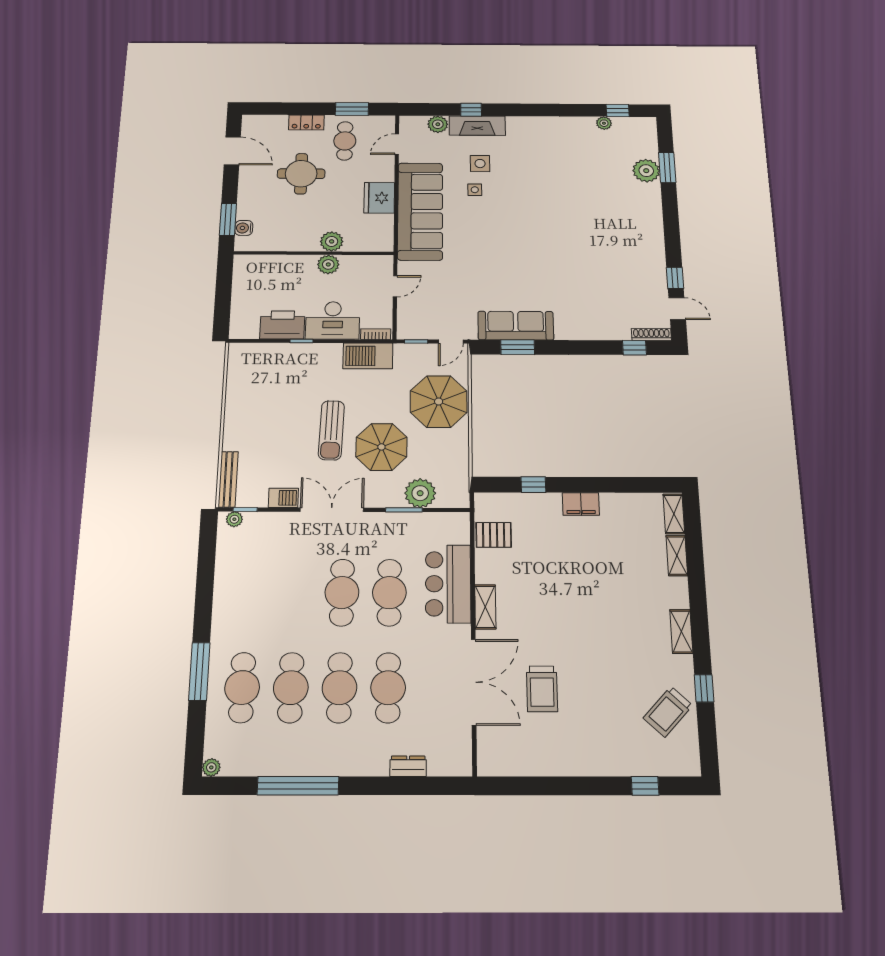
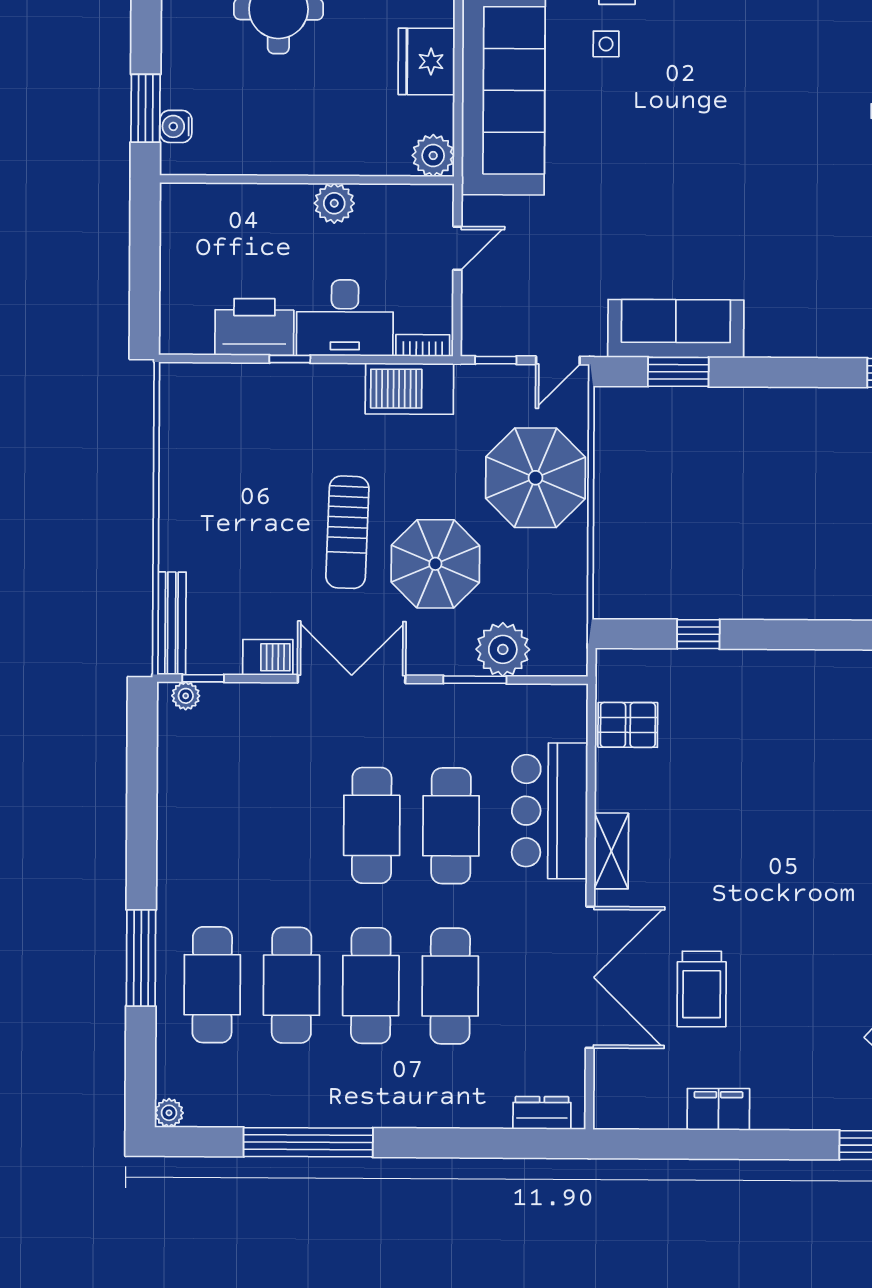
plant: (332, 241) -> (433, 156), moved
filing cabinet: (581, 504) -> (718, 1109), moved, turned 180
dresser: (408, 766) -> (542, 1113), moved

